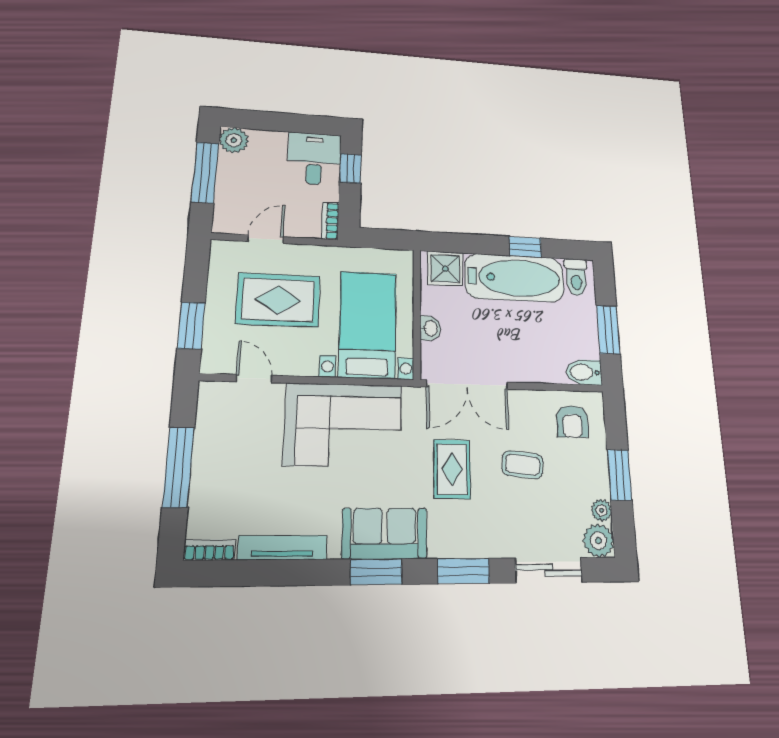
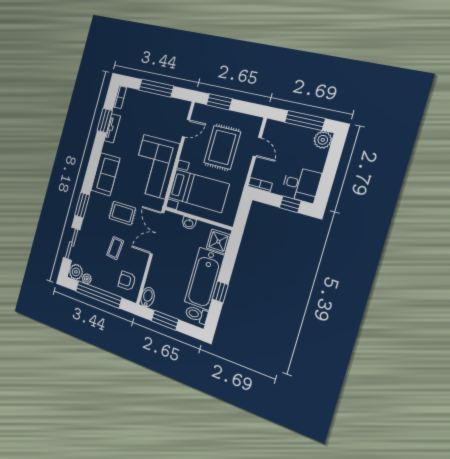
window: (619, 475) -> (98, 294), width x2.11
tv unit: (283, 548) -> (112, 128), width x0.71
window: (376, 572) -> (105, 120), moved

